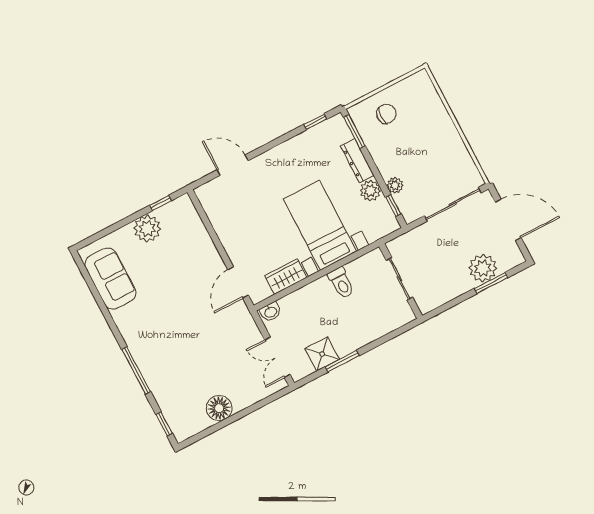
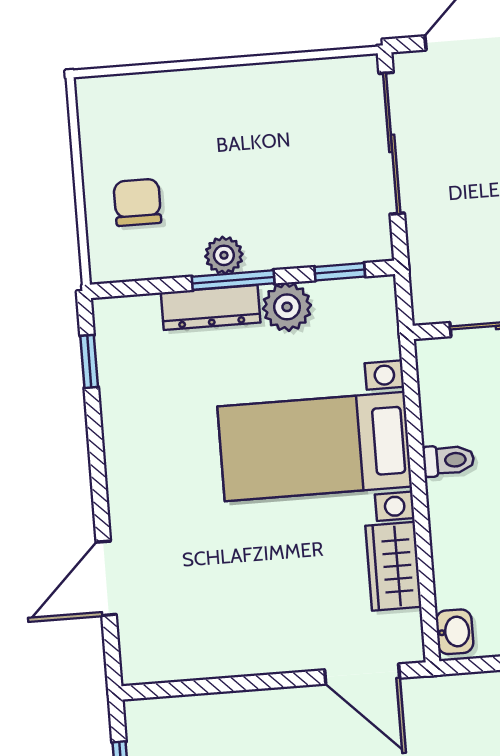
window: (354, 131) -> (233, 280), moved
plant: (395, 185) -> (224, 255), moved
toilet: (341, 283) -> (448, 460), width x0.73, depth x0.72

